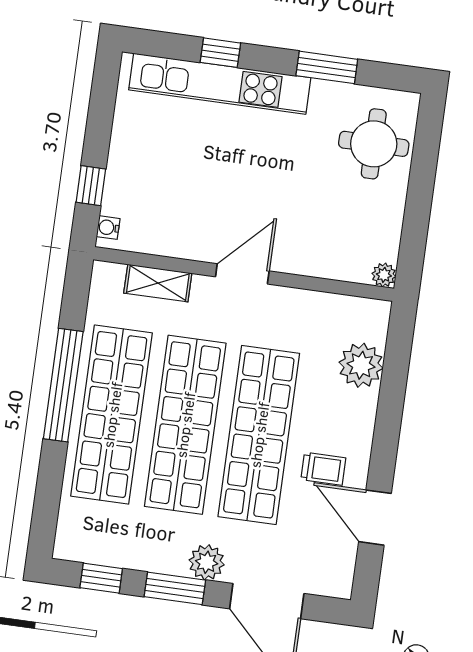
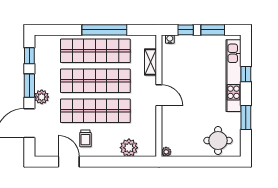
window: (100, 119) -> (213, 30), added
door: (375, 518) -> (69, 162), hinge flipped

